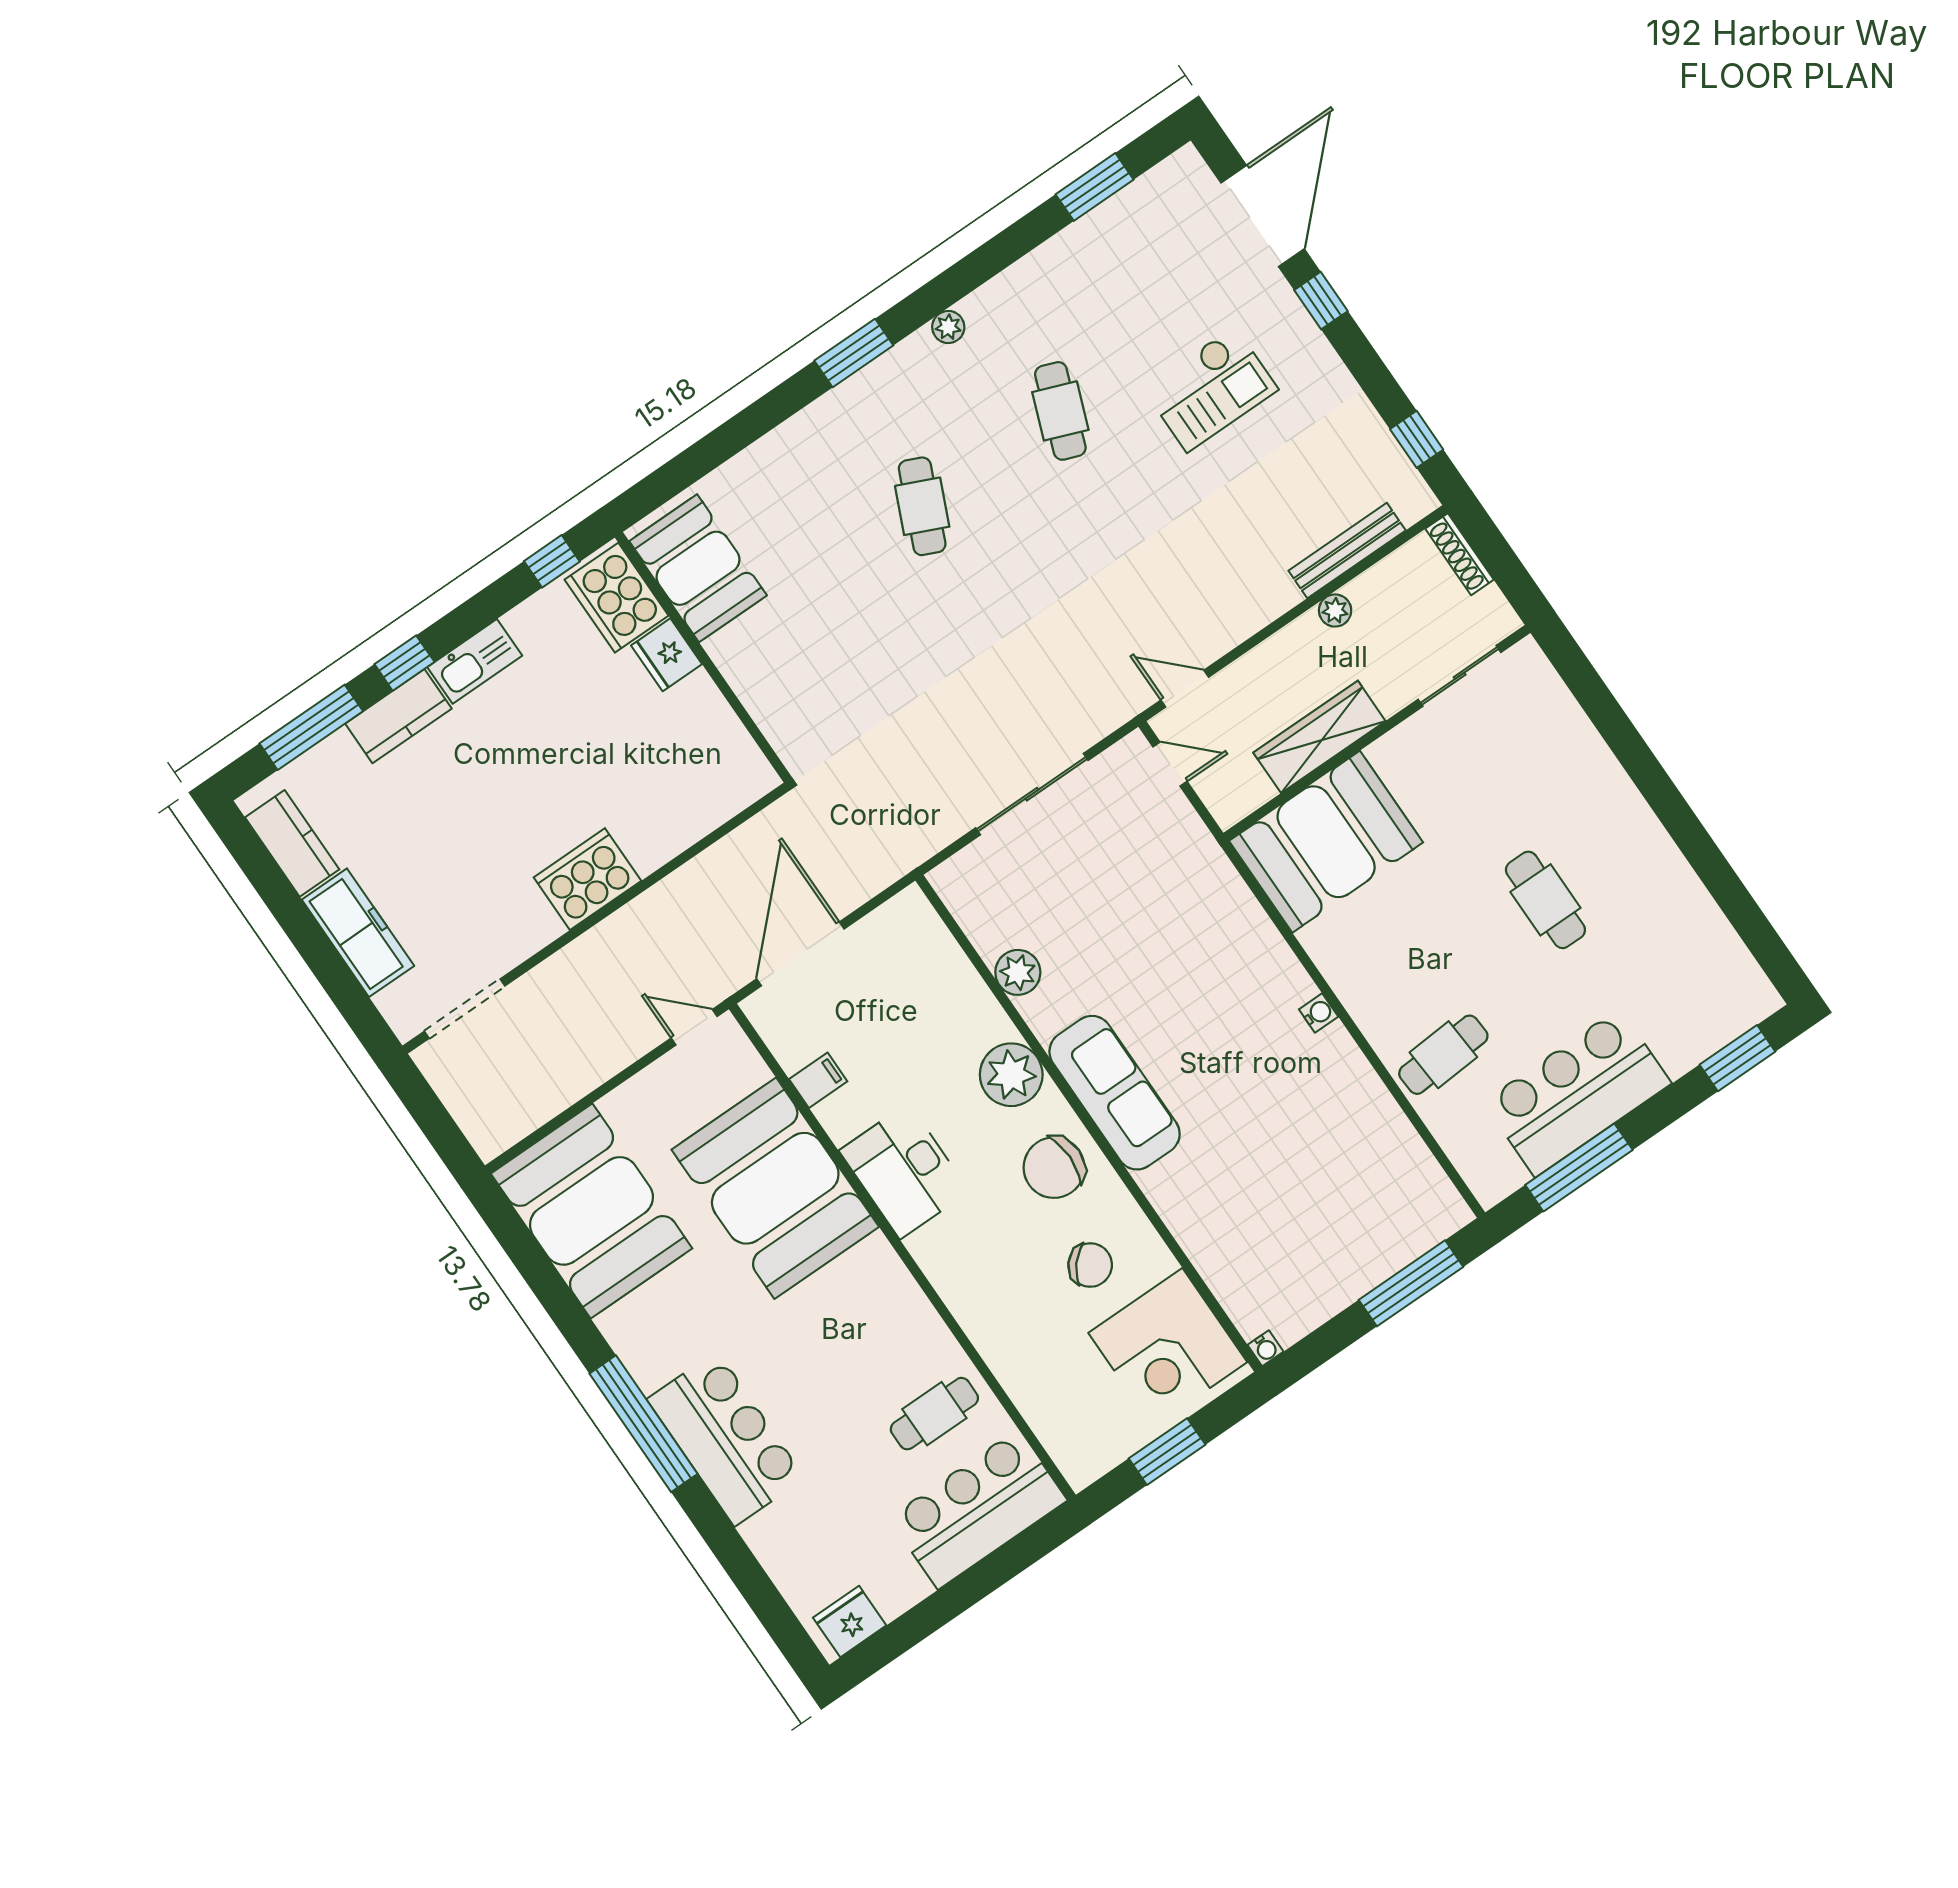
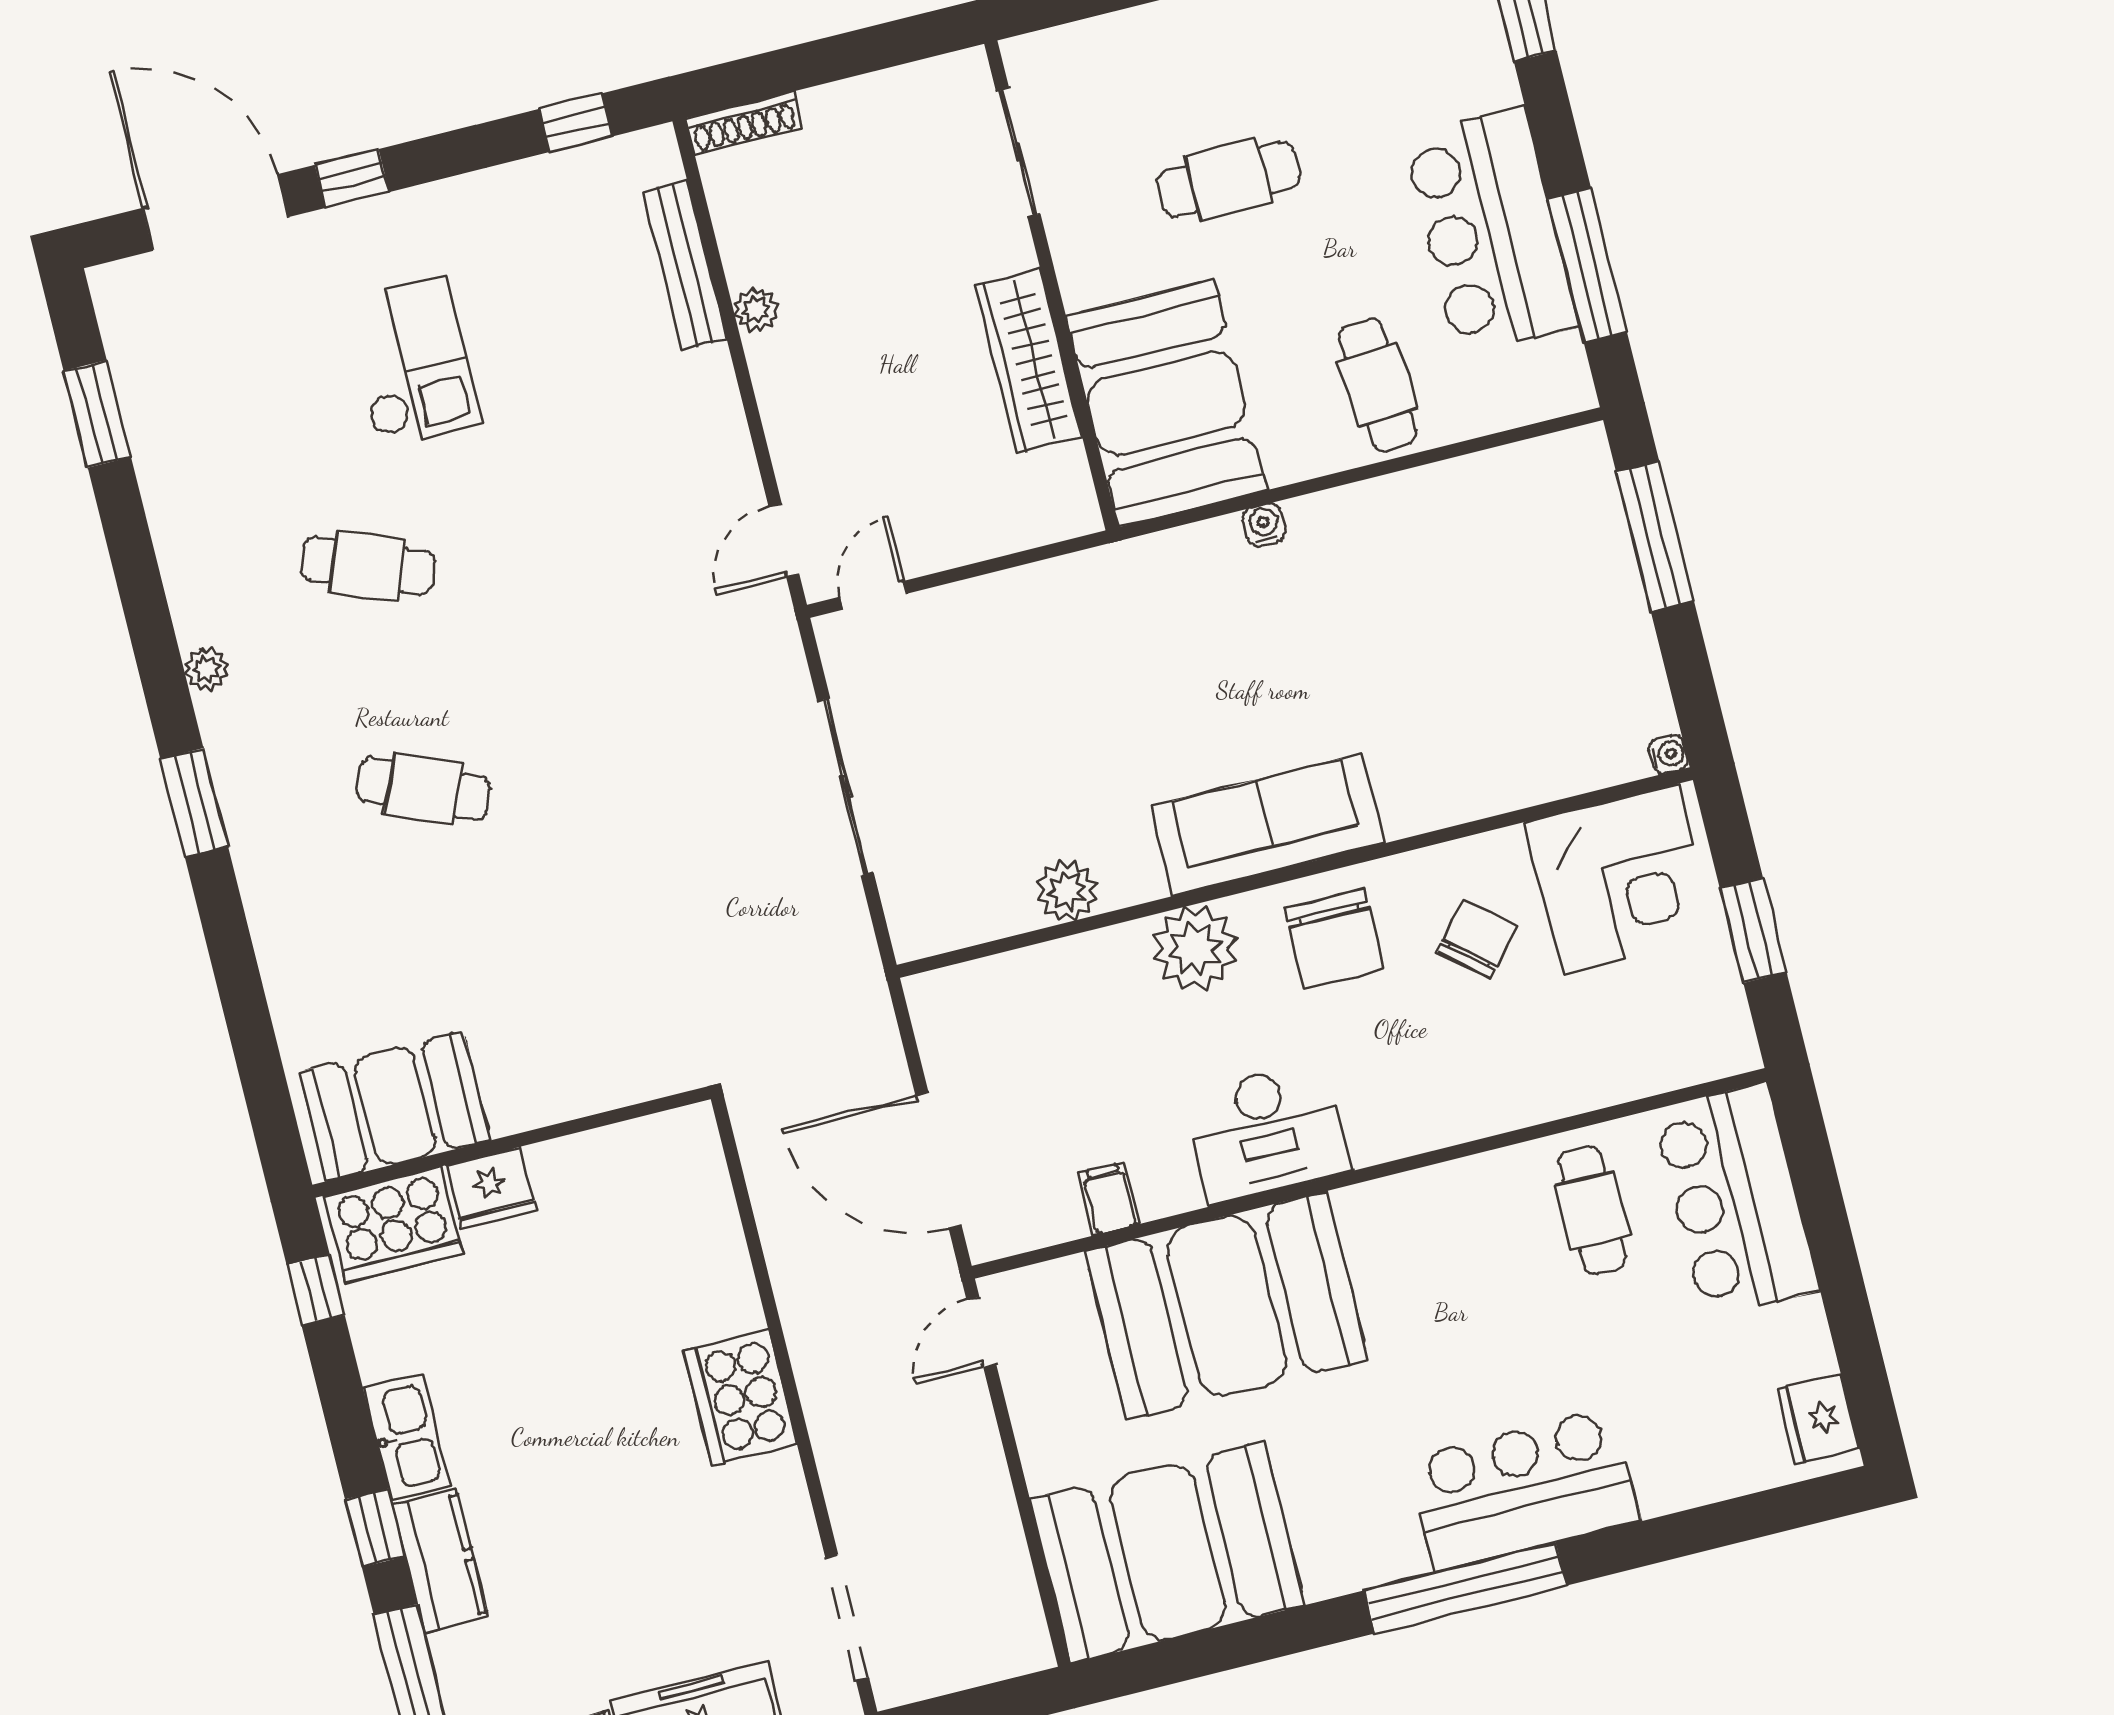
sliding door: (1460, 676) -> (1018, 152), moved
wall: (1377, 733) -> (1051, 285), moved
wardrobe: (1319, 737) -> (1029, 361), moved
booth: (1326, 842) -> (1166, 403), moved

